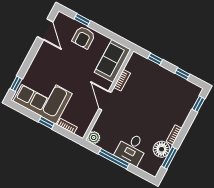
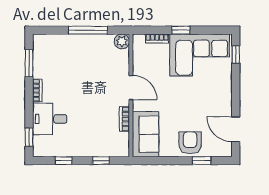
desk: (131, 149) -> (50, 119), moved, turned -90
floor lamp: (161, 149) -> (43, 68), removed

